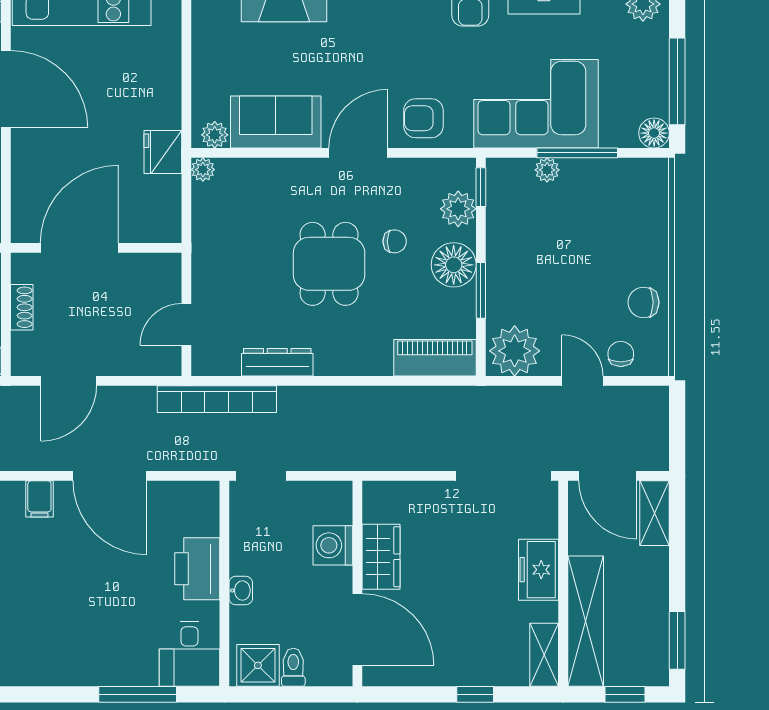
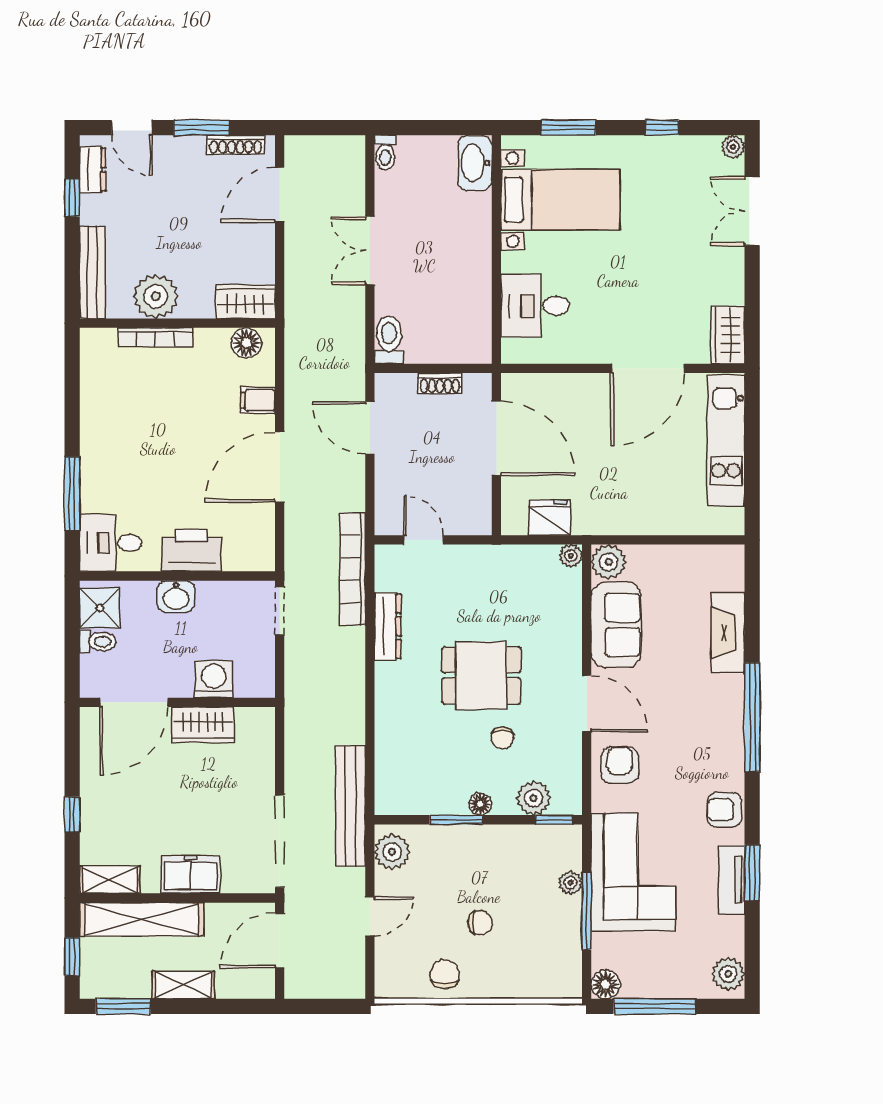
plant: (215, 135) -> (609, 562), width x1.38, depth x1.38
fridge: (163, 152) -> (550, 518), moved
floor lamp: (454, 265) -> (480, 804), width x0.53, depth x0.53
plant: (515, 351) -> (392, 852), width x0.73, depth x0.73
chair: (621, 354) -> (480, 923), moved
piano: (435, 358) -> (392, 776), removed
bench: (466, 402) -> (350, 806), added
shelving: (655, 513) -> (183, 985), moved
washbasin: (241, 591) -> (176, 597), width x1.38, depth x1.45

